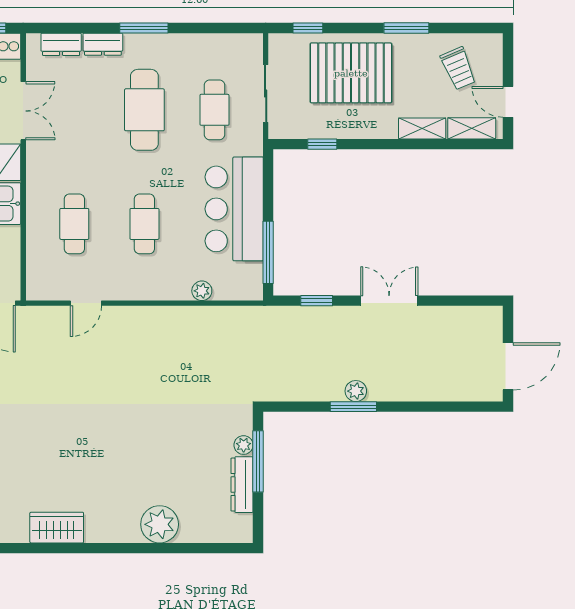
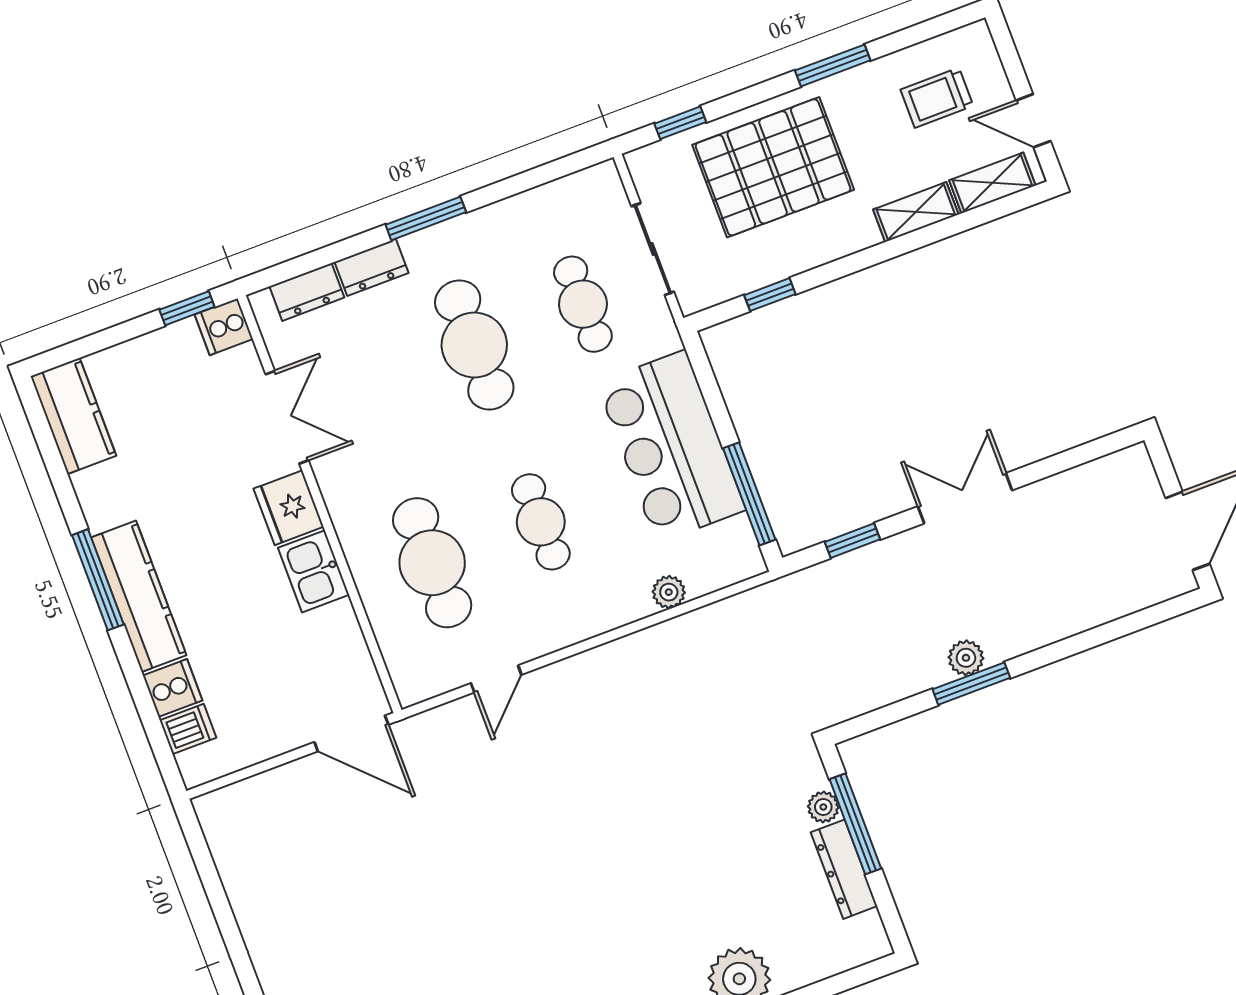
trolley: (458, 68) -> (937, 98), turned 113
cafe table: (74, 224) -> (432, 563), width x1.37, depth x1.35

